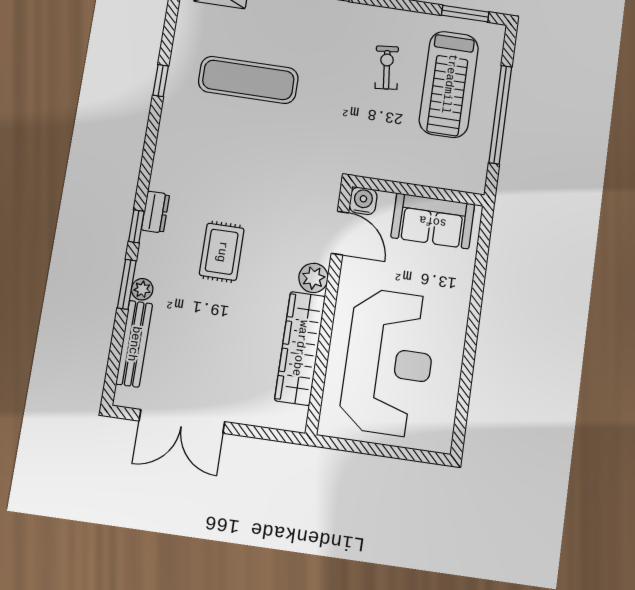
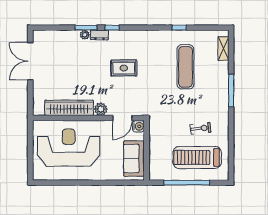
window: (465, 14) -> (231, 161), removed
dresser: (155, 212) -> (99, 35), moved
rug: (222, 252) -> (124, 68), moved
bench: (134, 344) -> (61, 35), removed
reception desk: (389, 362) -> (69, 148), turned 180

